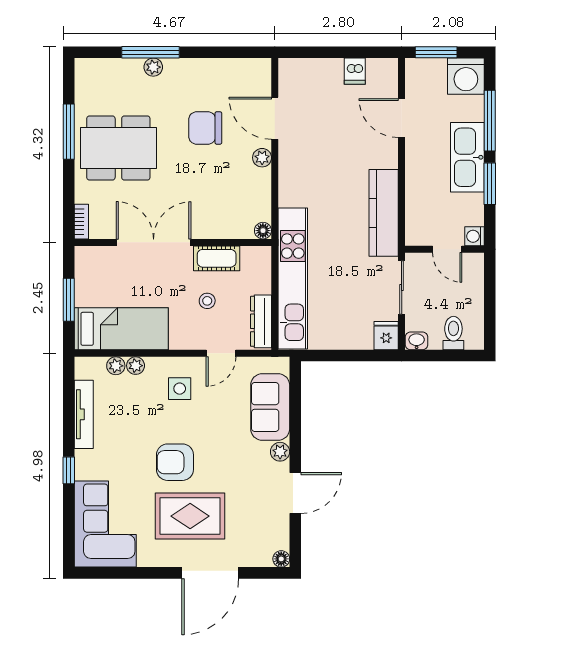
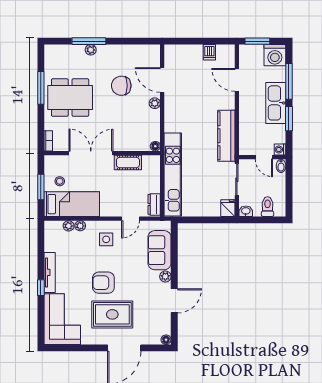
bidet: (476, 264) -> (281, 166), added
stool: (207, 301) -> (60, 181), moved
dresser: (261, 321) -> (154, 204), width x0.70
tv unit: (84, 414) -> (50, 272), moved

